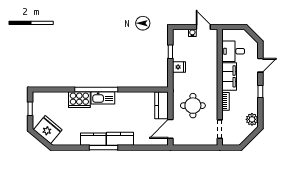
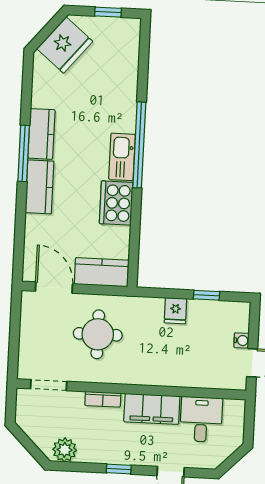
cooker: (79, 100) -> (116, 203), moved

